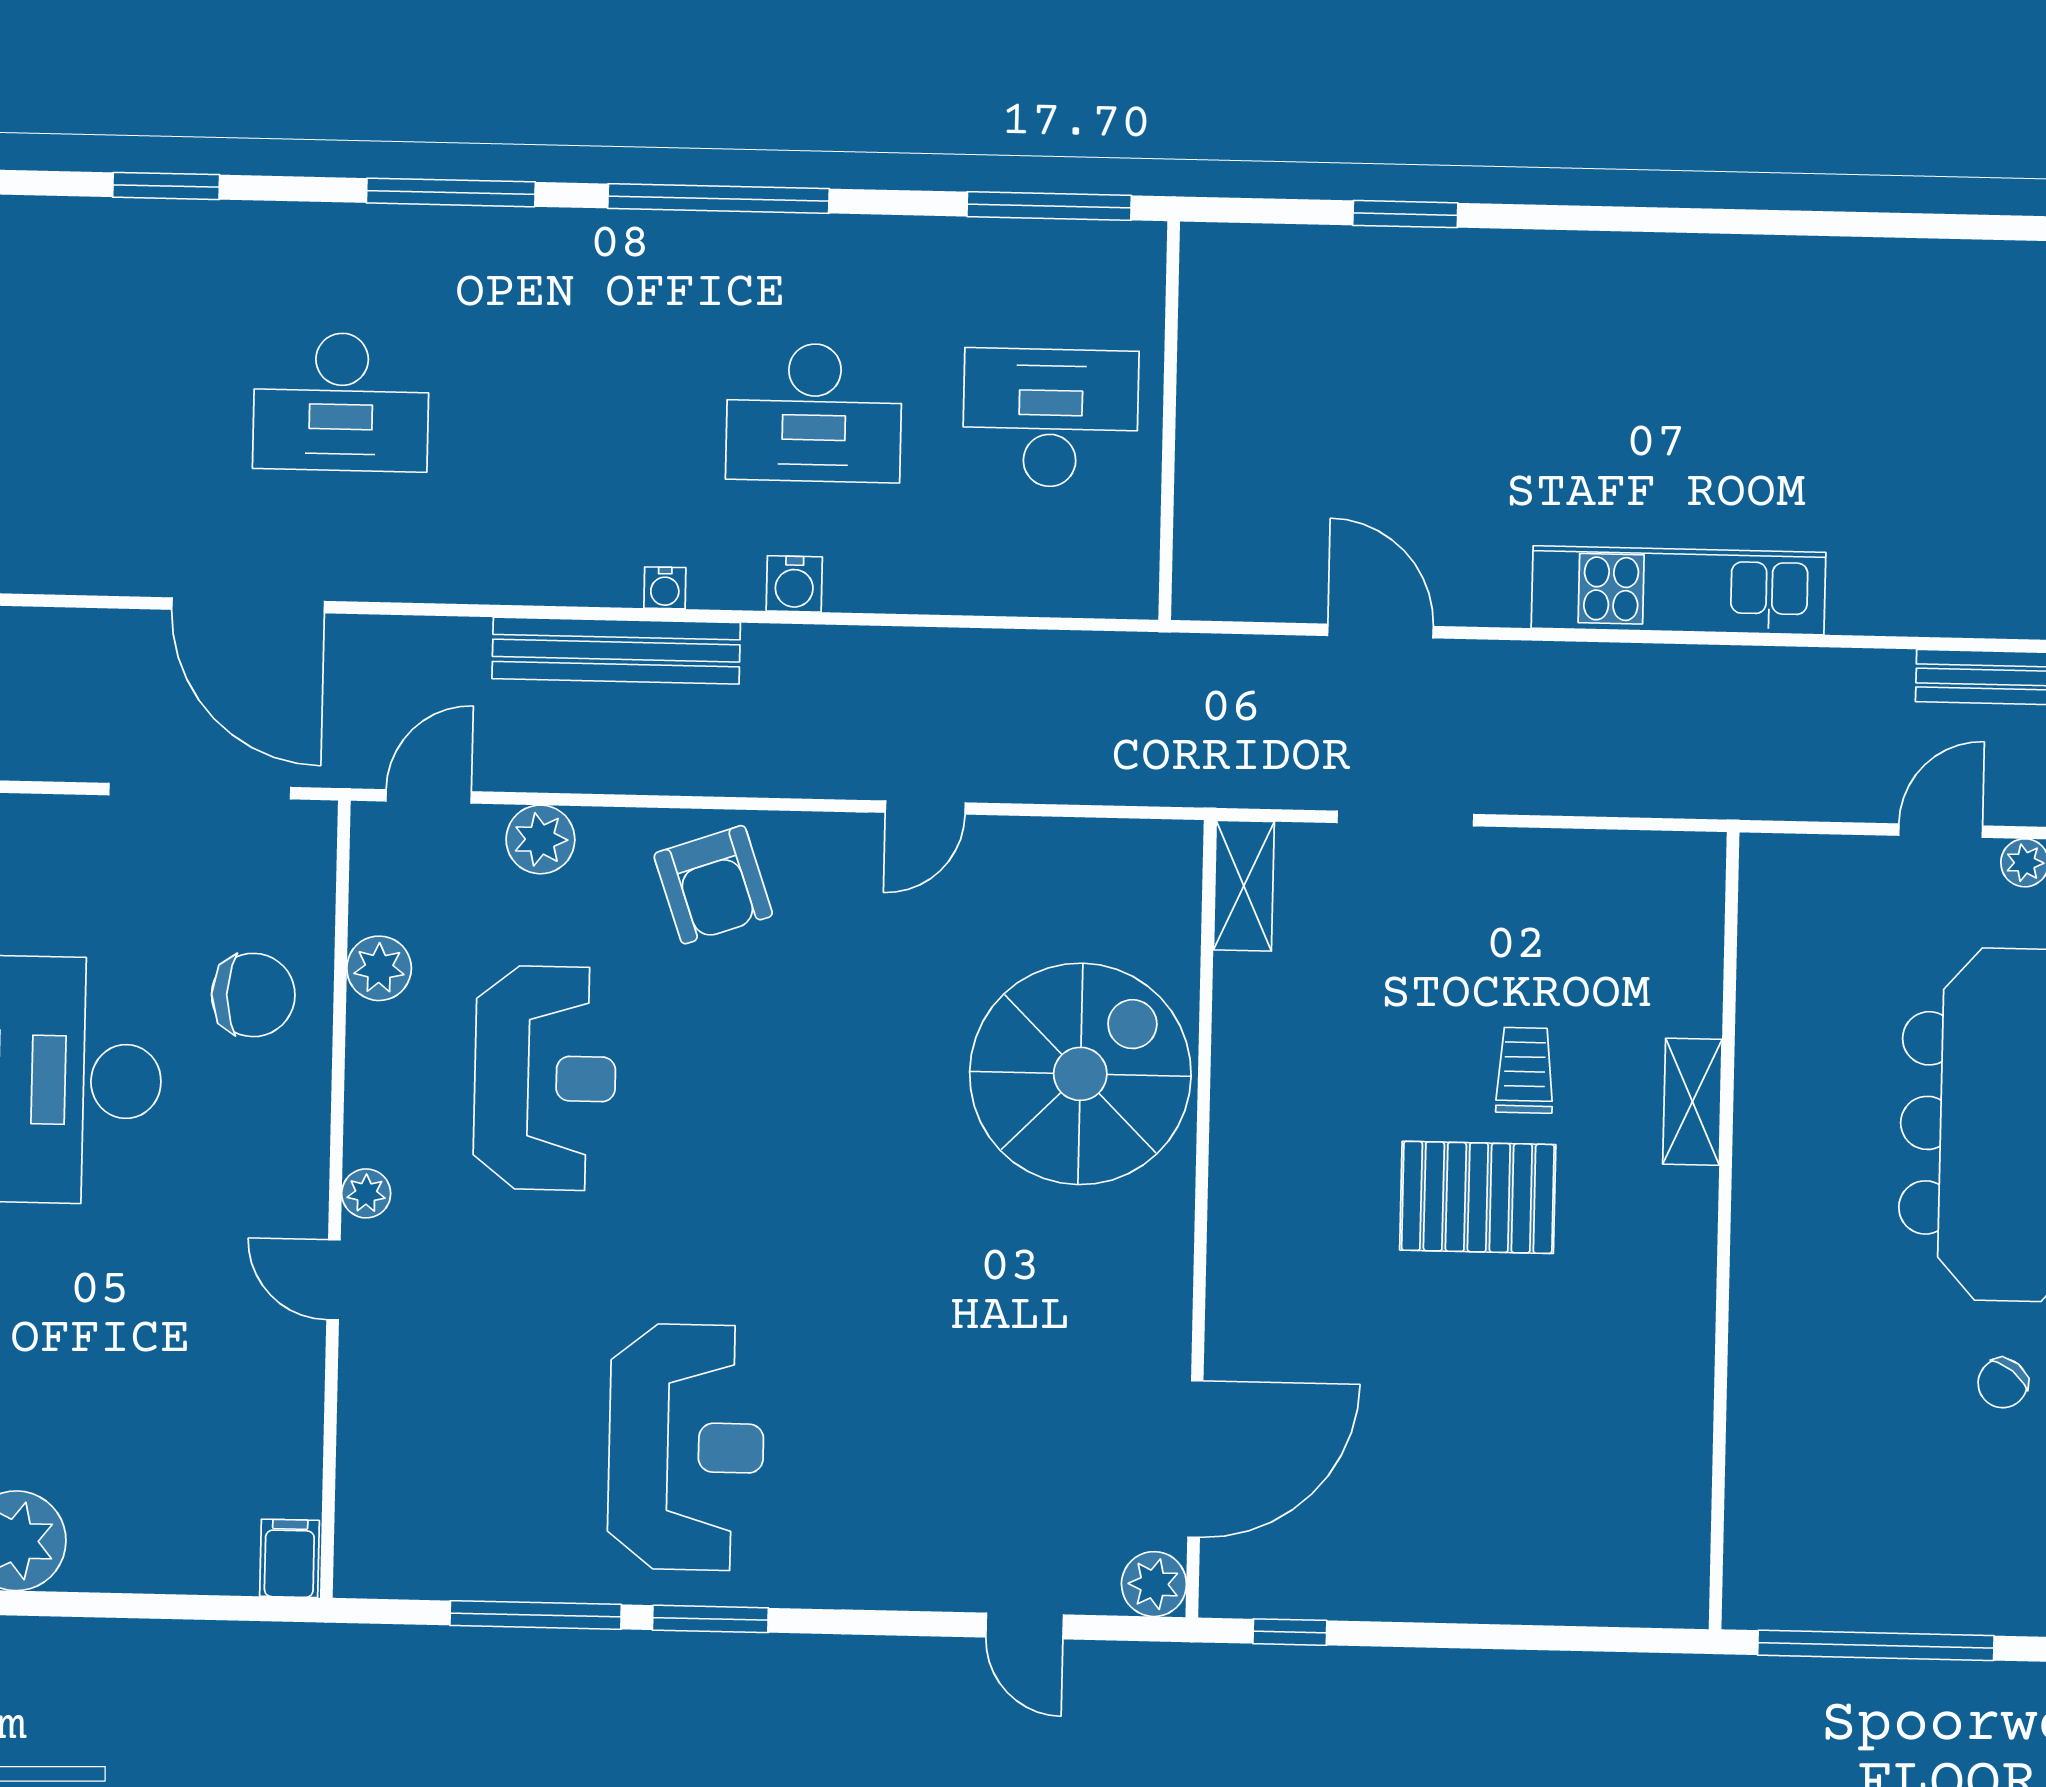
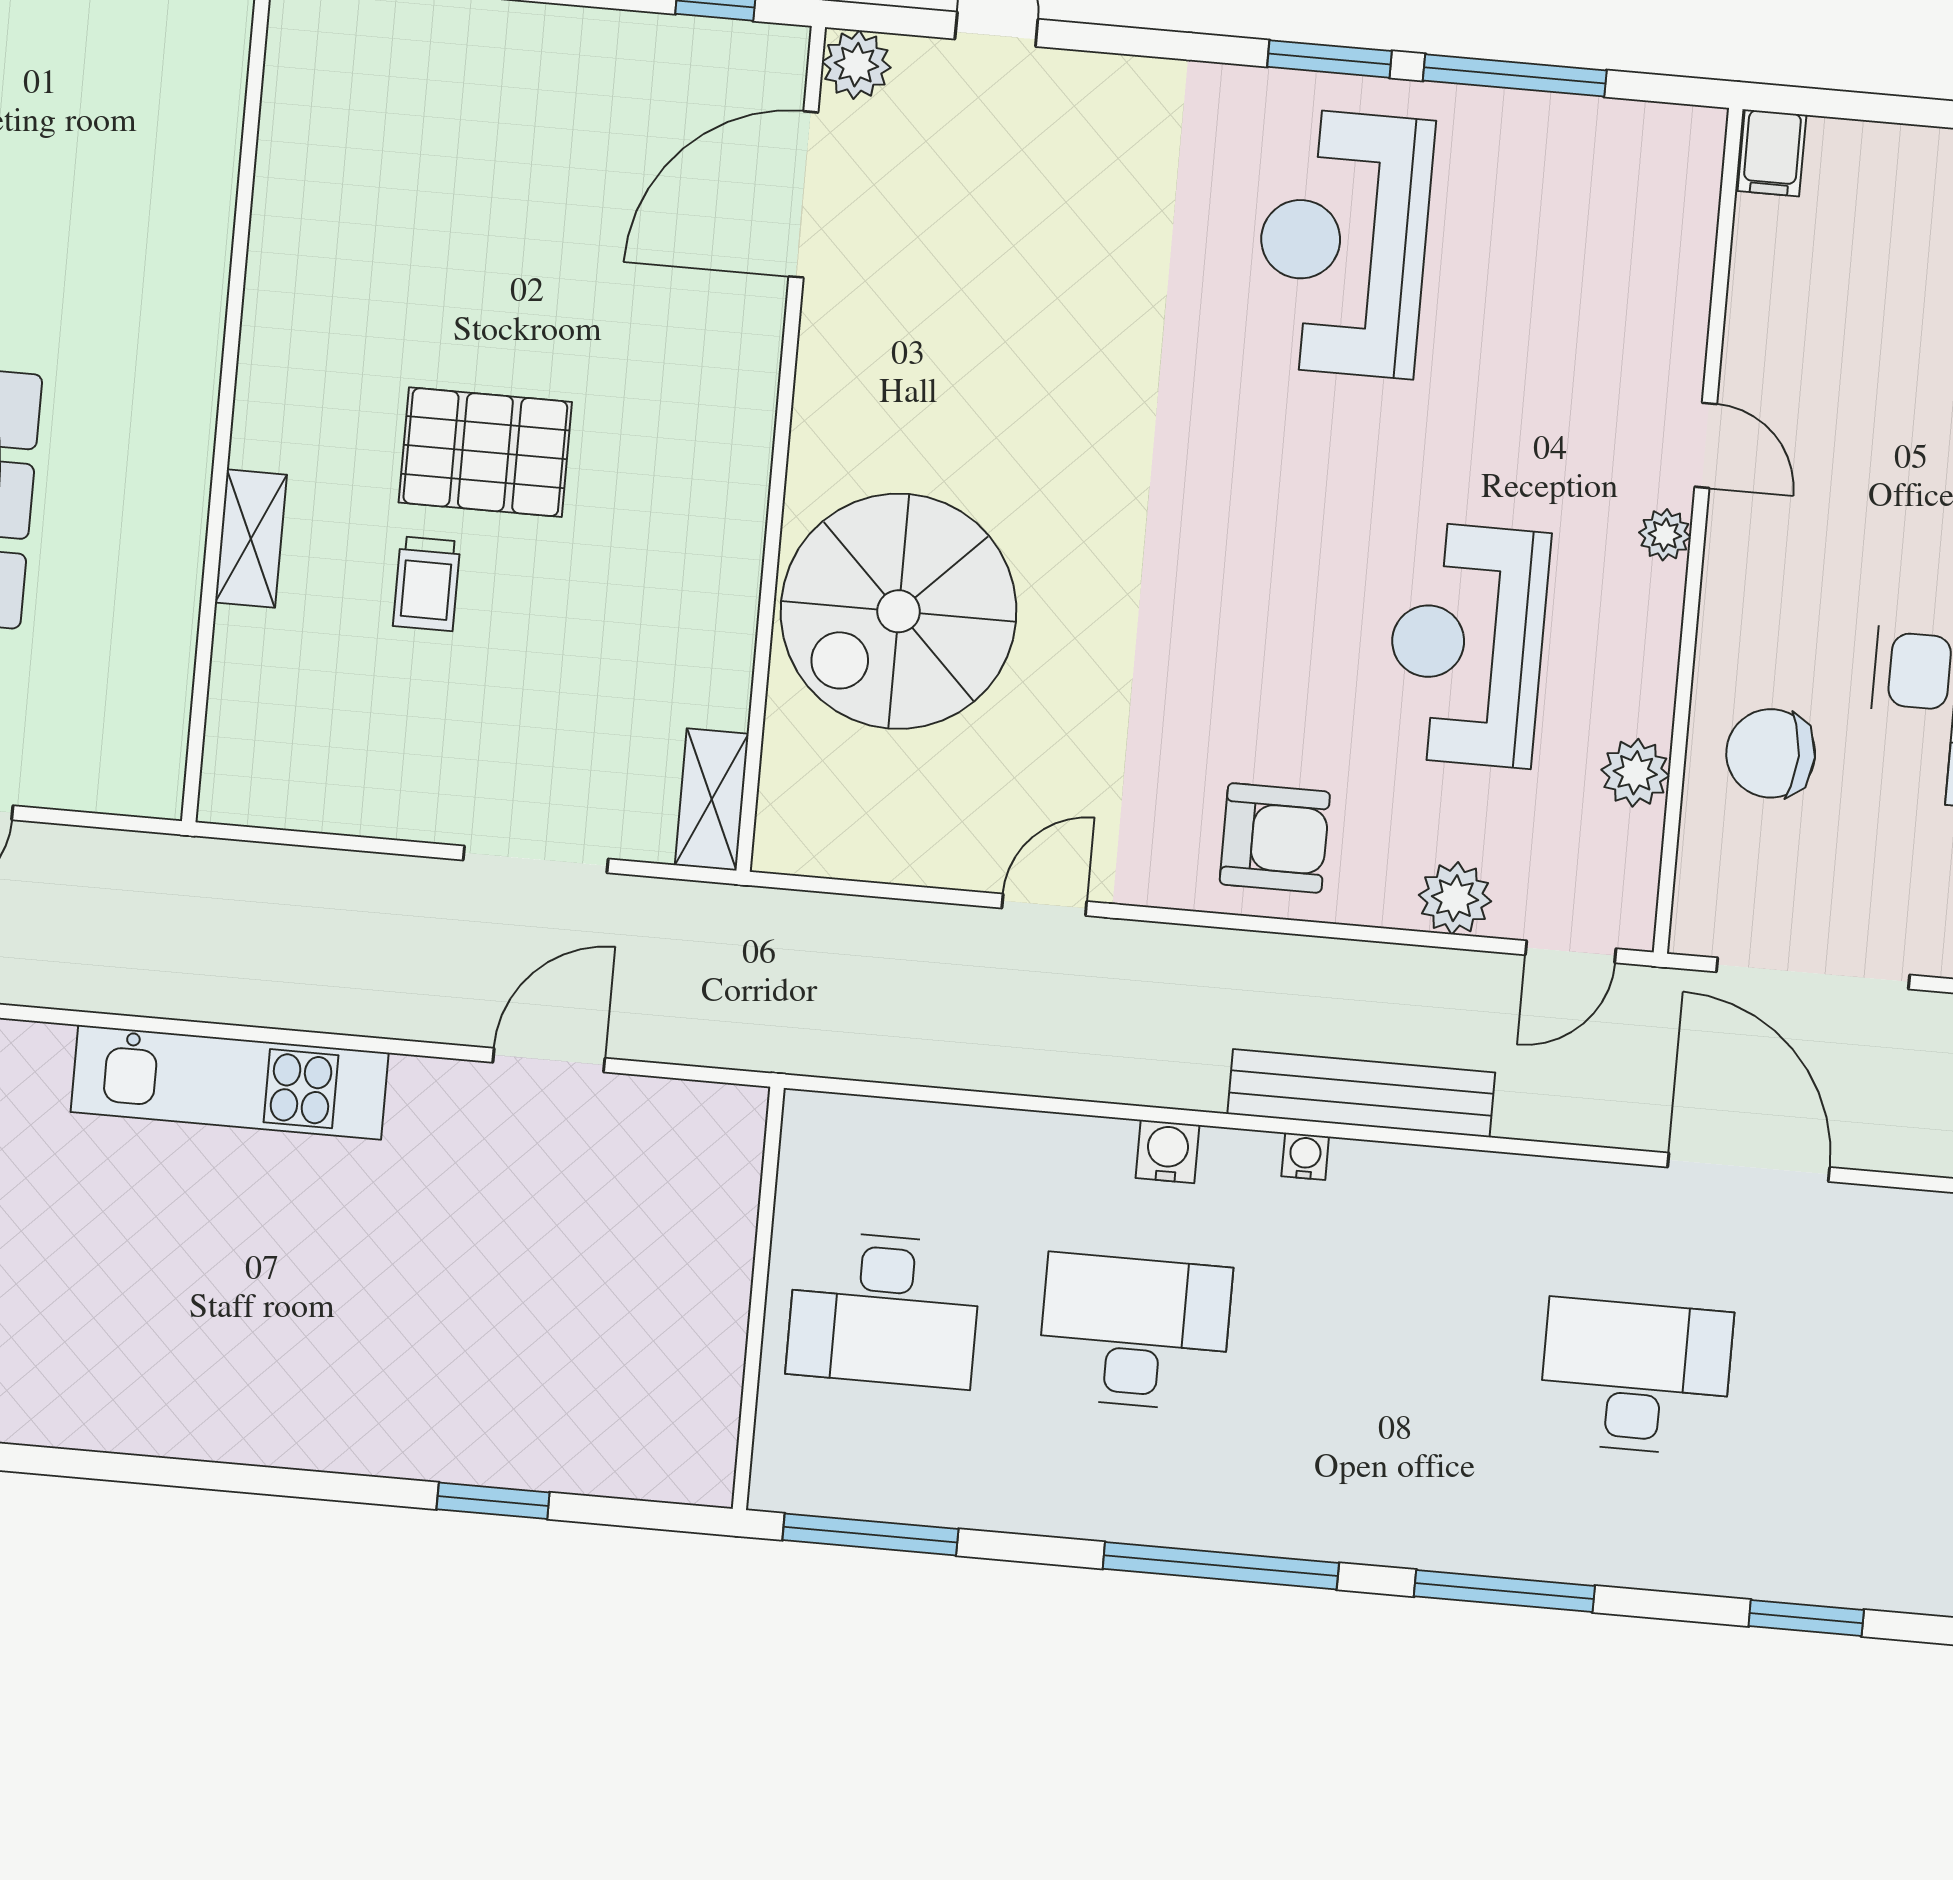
door: (1380, 631) -> (549, 1060), swing flipped
armchair: (713, 885) -> (1275, 838), turned 109

